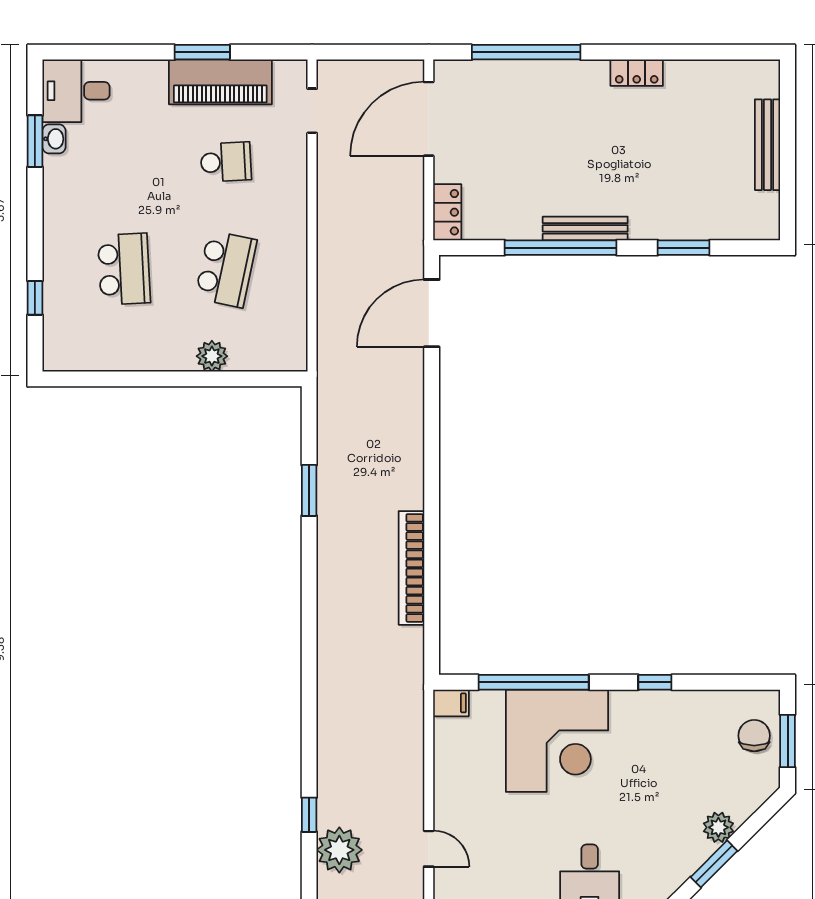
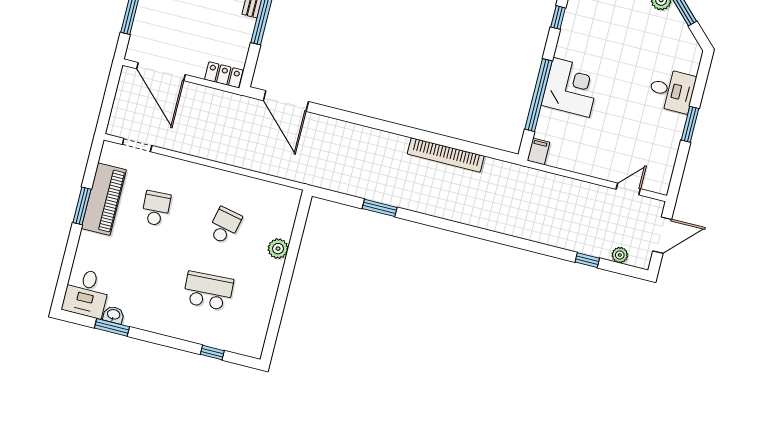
school desk: (226, 269) -> (225, 226), width x0.54
corner desk: (557, 741) -> (571, 87), width x0.74, depth x0.74
plant: (339, 850) -> (620, 255), width x0.53, depth x0.53

